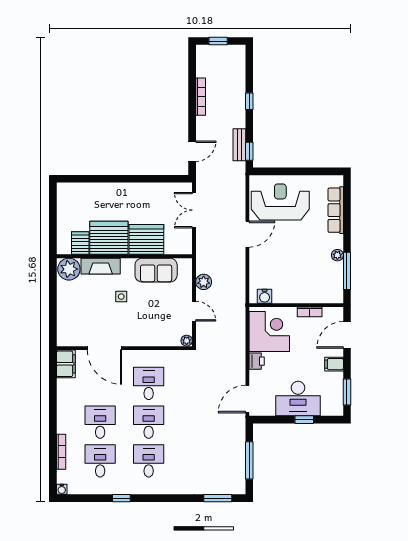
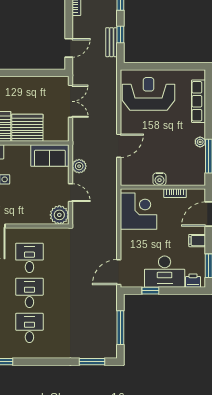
window: (249, 151) -> (120, 34), moved
double door: (194, 210) -> (70, 101), swing flipped
door: (247, 234) -> (119, 146), moved
sofa: (156, 270) -> (50, 155), moved
water cooler: (265, 296) -> (159, 179), moved
plant: (187, 341) -> (59, 215), width x1.87, depth x1.87
printer: (257, 361) -> (193, 281), moved, turned -90
window: (304, 420) -> (150, 291), moved

